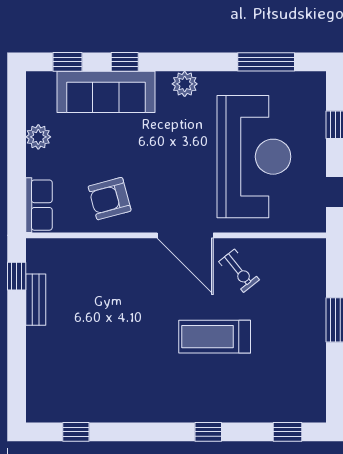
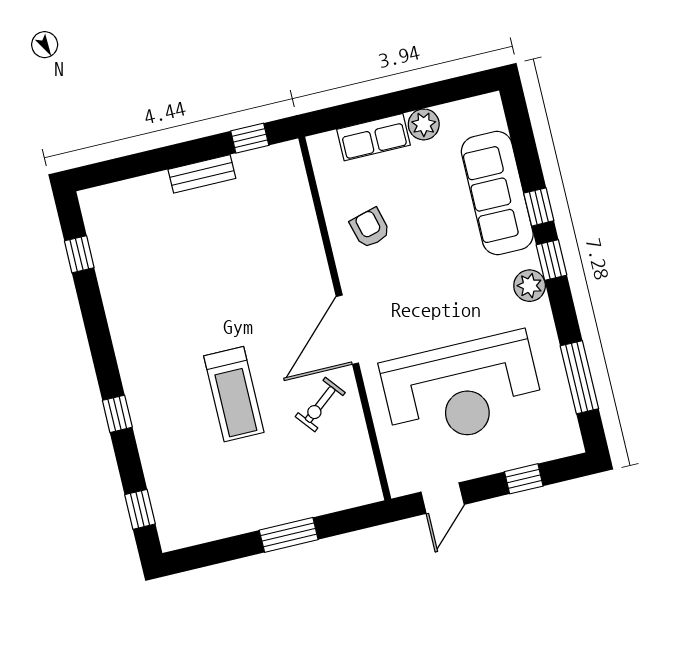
window: (68, 62) -> (551, 260), moved
armchair: (110, 199) -> (370, 228), width x0.72, depth x0.72
row of seats: (39, 205) -> (374, 137), moved
bench: (36, 300) -> (202, 174), moved
treadmill: (215, 337) -> (234, 394), turned 180

